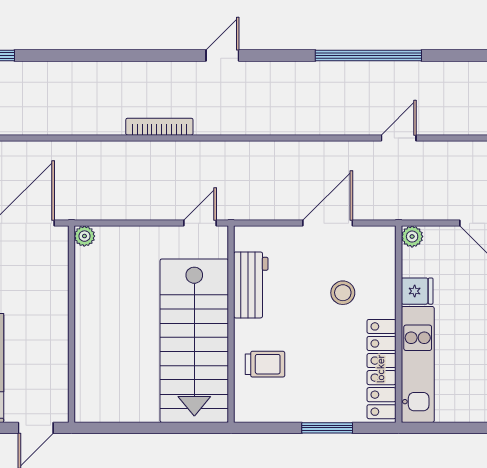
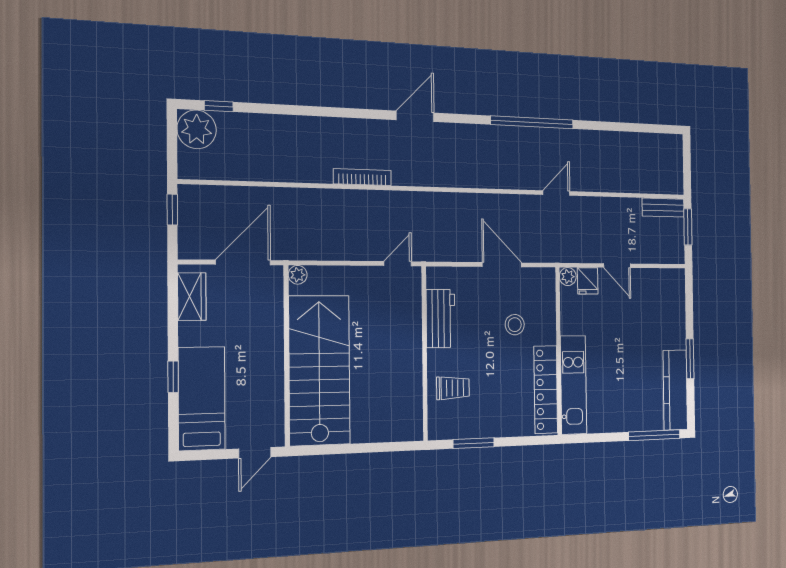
door: (222, 55) -> (415, 116), width x1.38
door: (328, 223) -> (502, 265), hinge flipped
fridge: (417, 291) -> (588, 281), moved, turned 90
stairs: (194, 341) -> (319, 370), moved, turned 180
window: (327, 428) -> (474, 443), moved

